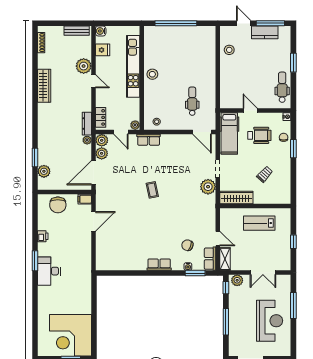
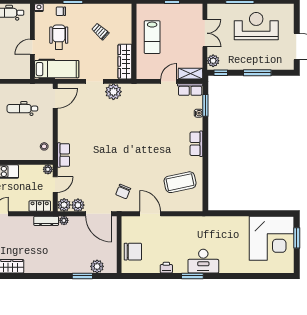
coffee table: (152, 190) -> (180, 182), moved, width x1.86, depth x1.72
filing cabinet: (85, 199) -> (127, 223), removed
chair: (187, 245) -> (123, 191), moved

